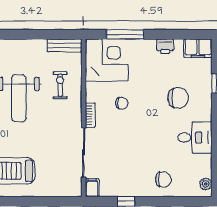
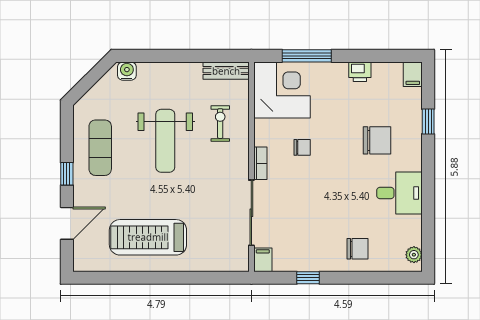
filing cabinet: (198, 48) -> (413, 74), width x0.50

